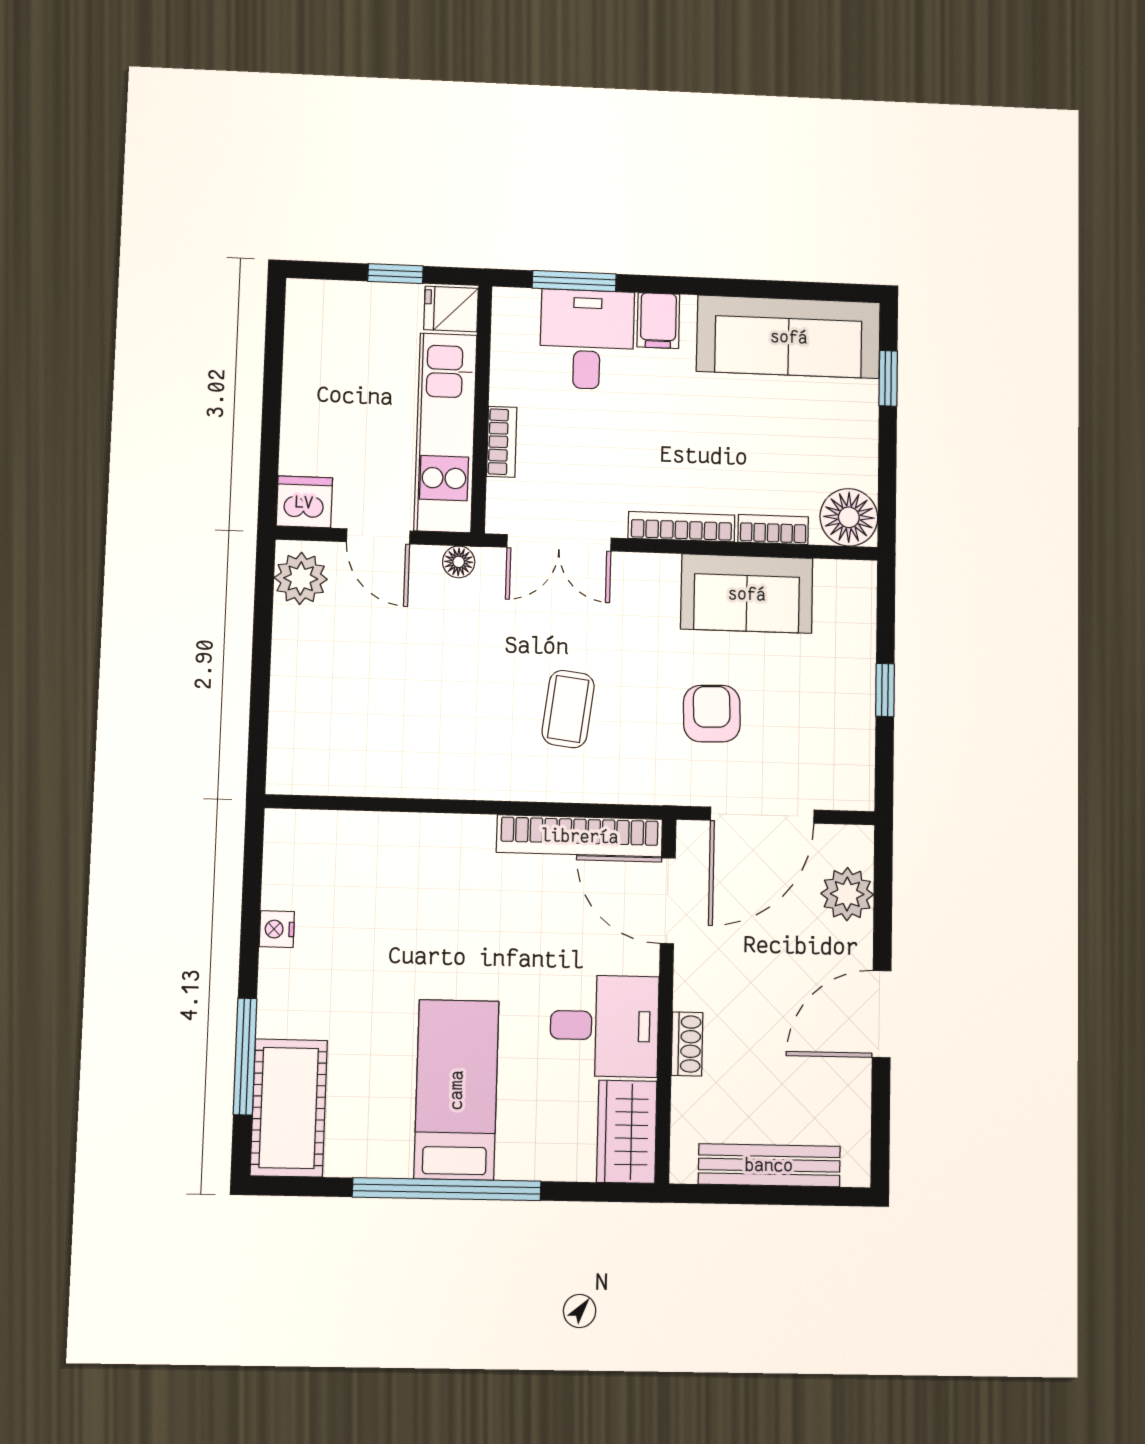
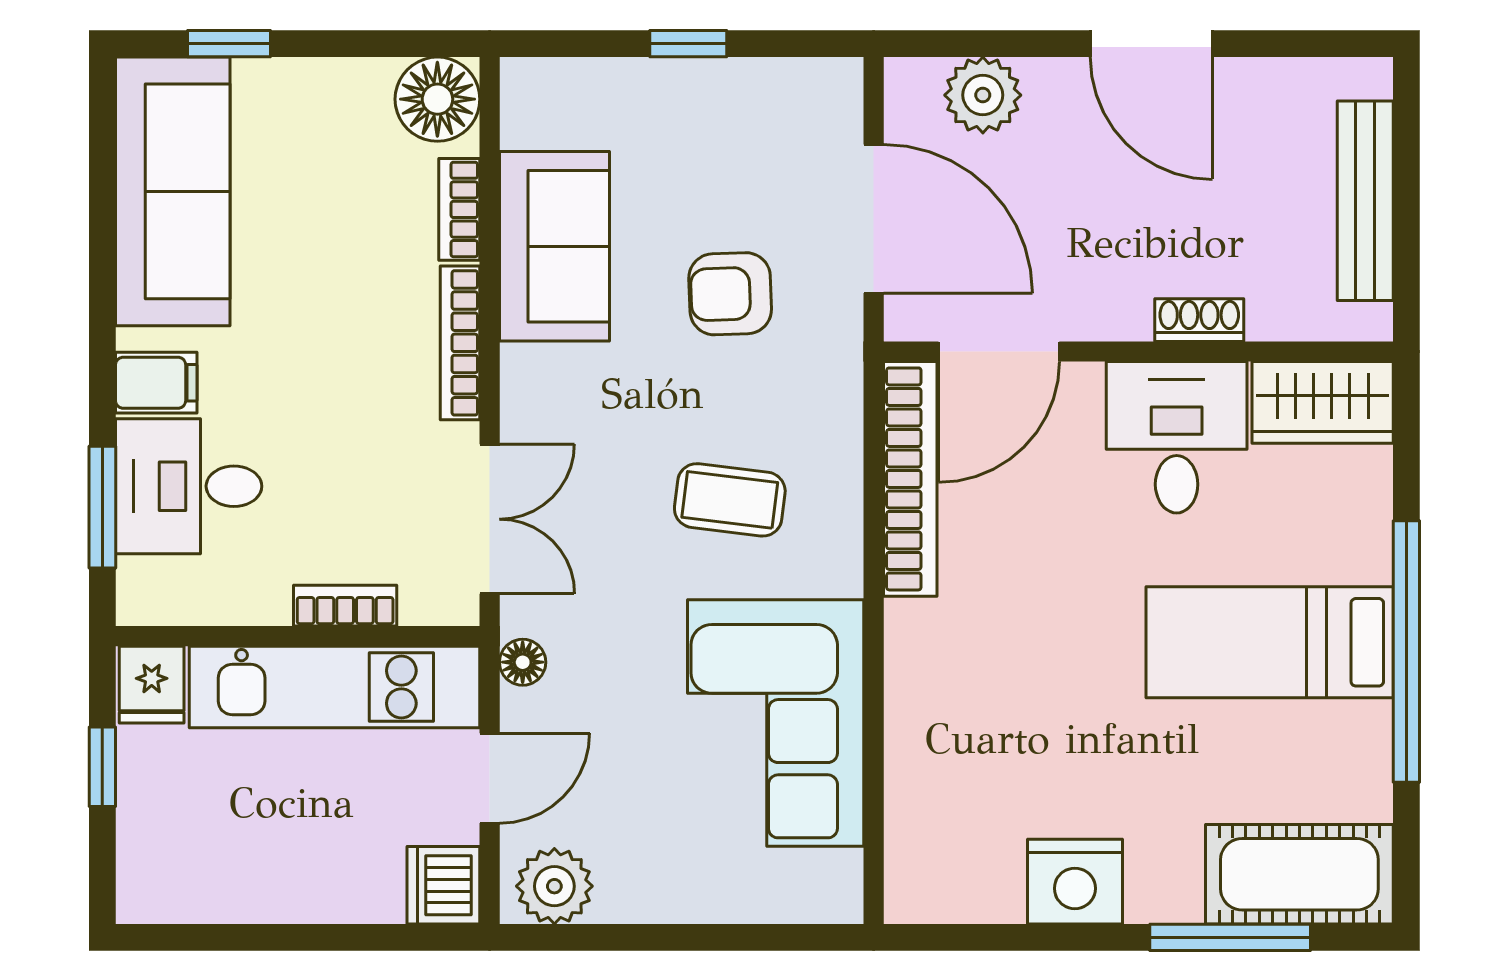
corner sofa: (410, 736) -> (776, 723), added
nightstand: (277, 929) -> (1075, 882), width x1.89, depth x1.79

